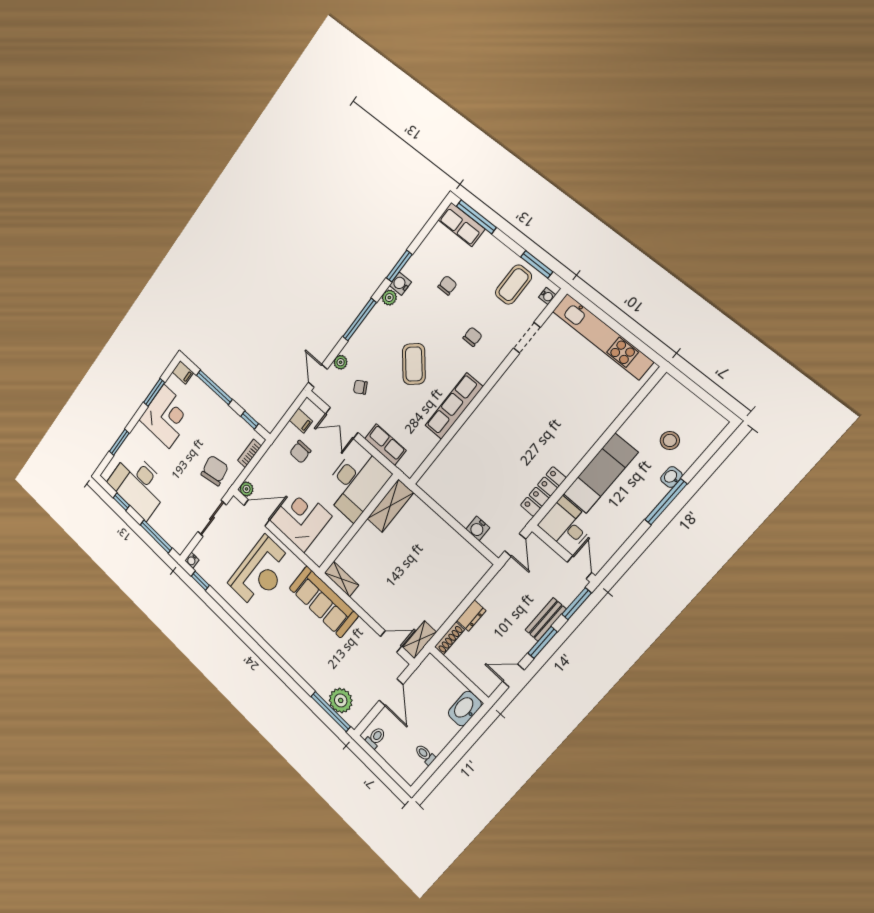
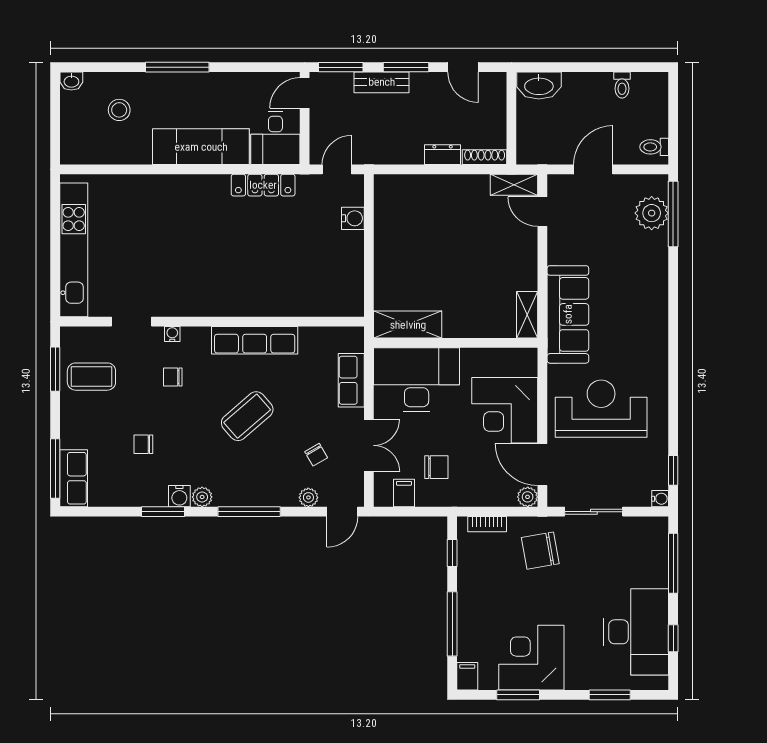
water cooler: (547, 296) -> (172, 334), moved
washbasin: (671, 477) -> (71, 81), moved

